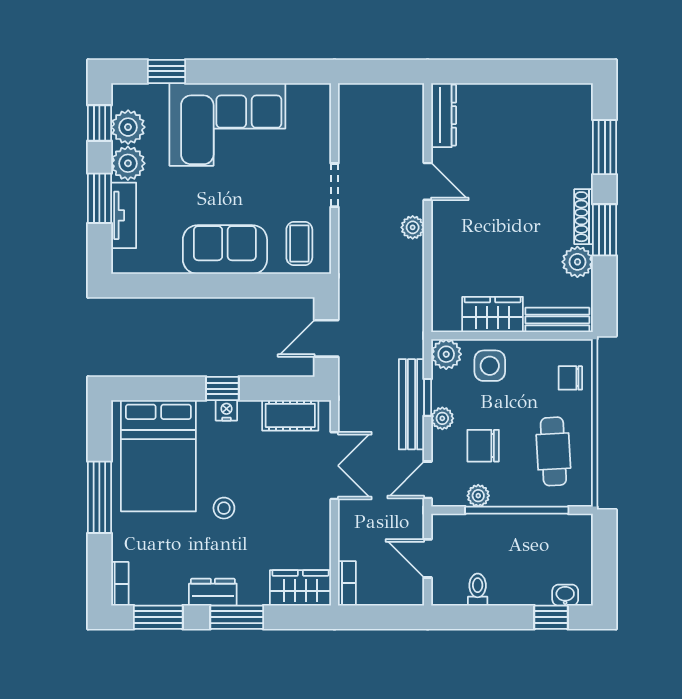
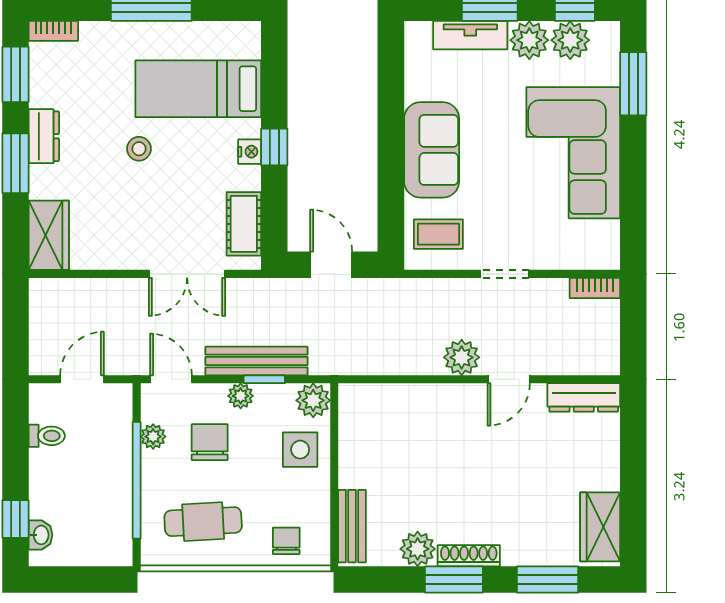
window: (167, 71) -> (633, 84), width x1.50
plant: (413, 227) -> (462, 357), width x1.38, depth x1.38
wardrobe: (493, 314) -> (600, 527), moved, turned 180
bed: (158, 456) -> (198, 89), width x0.67
bookcase: (347, 583) -> (595, 288), moved

